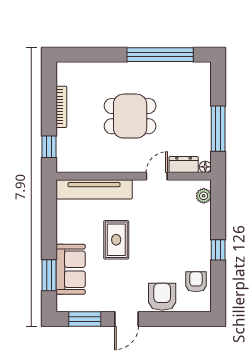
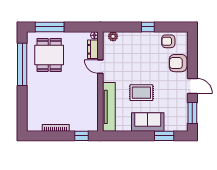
dining table: (130, 116) -> (49, 55), moved
window: (218, 129) -> (50, 27), moved
sofa: (71, 269) -> (148, 122), moved

